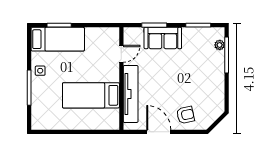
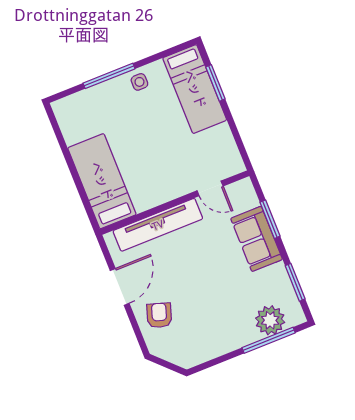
plant: (220, 45) -> (270, 320), width x1.87, depth x1.87
bed: (91, 95) -> (102, 181), moved
armchair: (185, 115) -> (159, 315), turned -150

